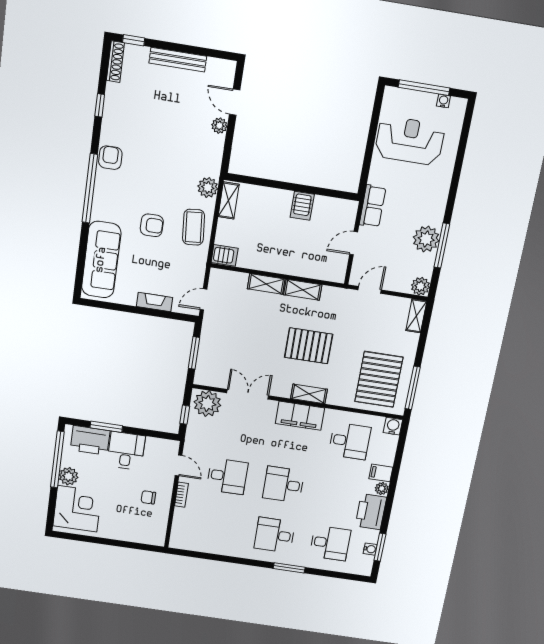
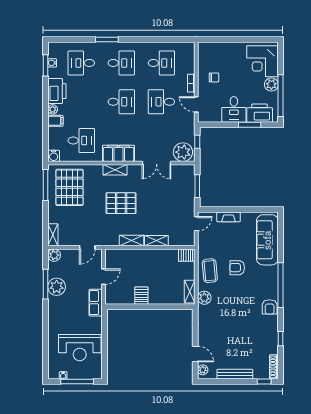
plant: (219, 126) -> (203, 370), moved
desk: (350, 441) -> (81, 140), turned 180
desk: (219, 527) -> (161, 63), added

